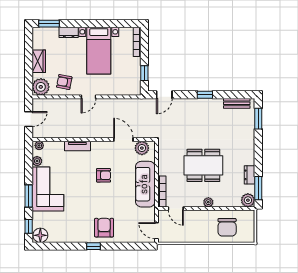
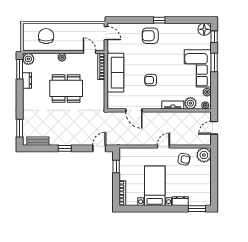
wardrobe: (39, 61) -> (206, 177), removed
plant: (142, 148) -> (190, 103), moved
armchair: (104, 228) -> (150, 36), turned 90

